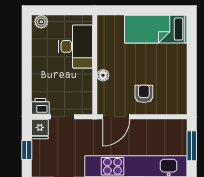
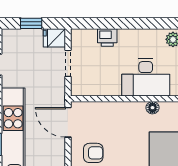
floor lamp: (103, 75) -> (152, 108), moved
printer: (40, 106) -> (107, 38), moved, turned 90

